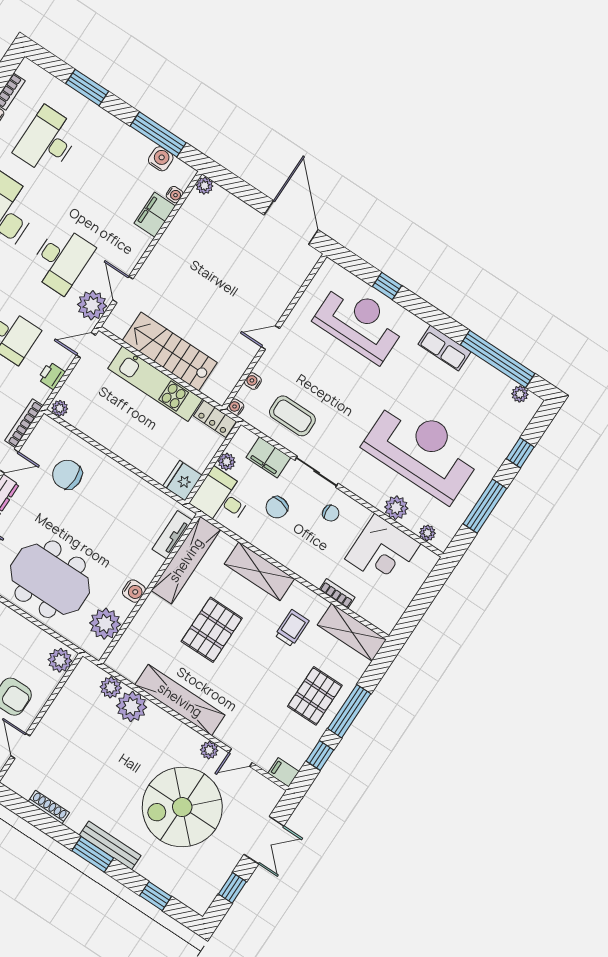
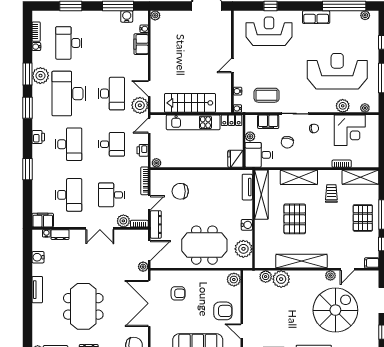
spiral stairs: (182, 807) -> (335, 310), turned 180

